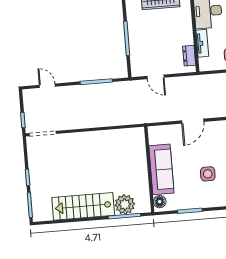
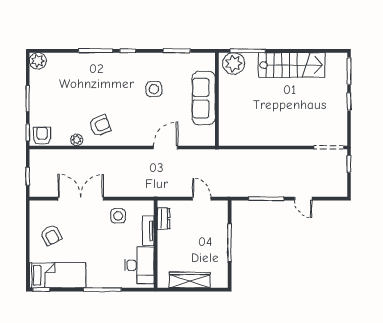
door: (47, 86) -> (303, 199), moved
floor lamp: (160, 202) -> (208, 63), removed
plant: (125, 204) -> (234, 63), moved

